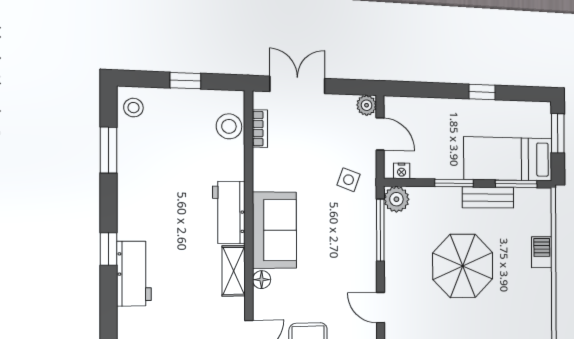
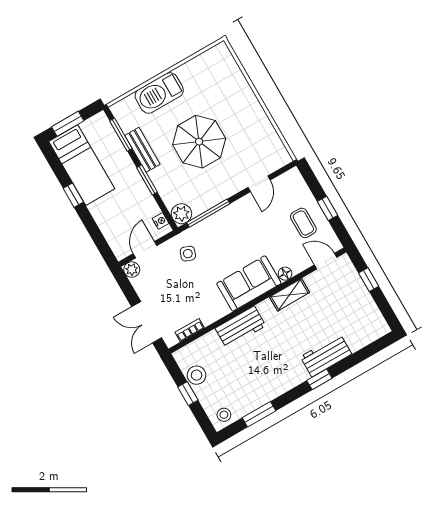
stool: (229, 126) -> (197, 375), moved
bed: (508, 159) -> (82, 165), moved
workbench: (229, 212) -> (240, 327), moved
barbecue: (542, 252) -> (159, 93), width x1.88, depth x1.53

